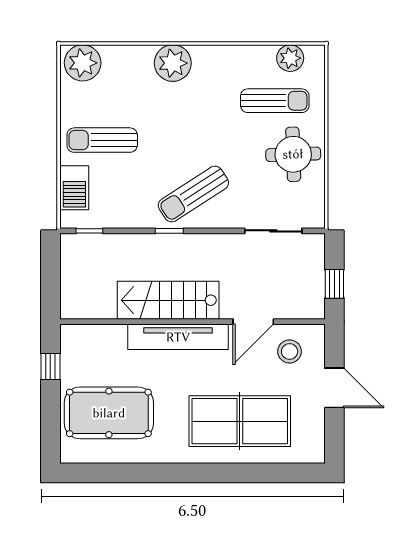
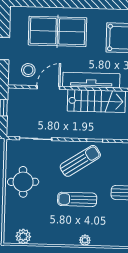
plant: (173, 63) -> (85, 240), width x0.53, depth x0.53
sun lounger: (275, 101) -> (77, 199), moved

